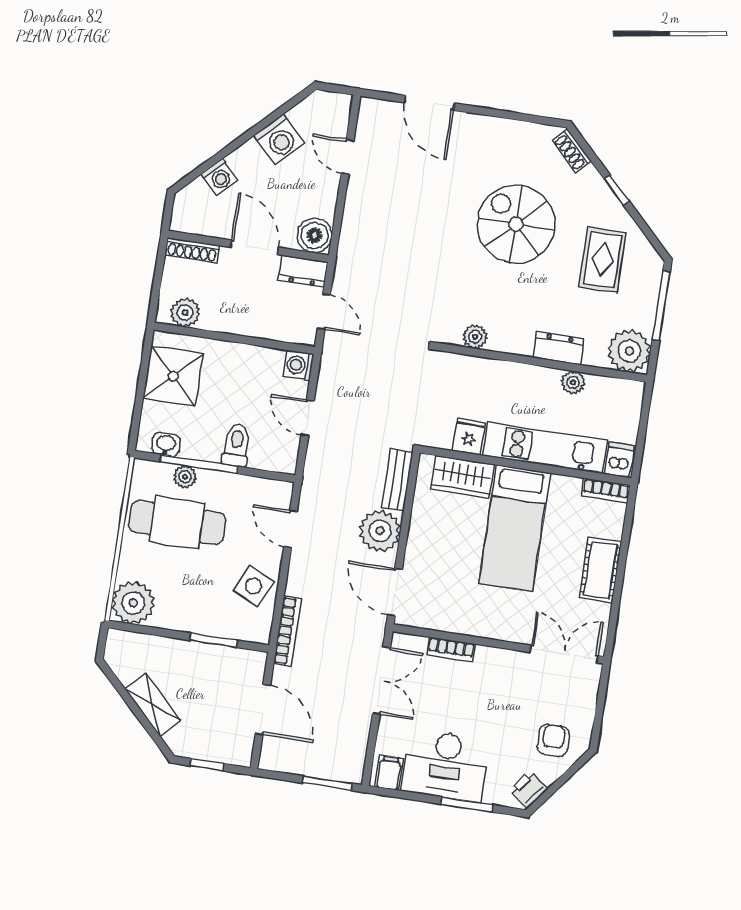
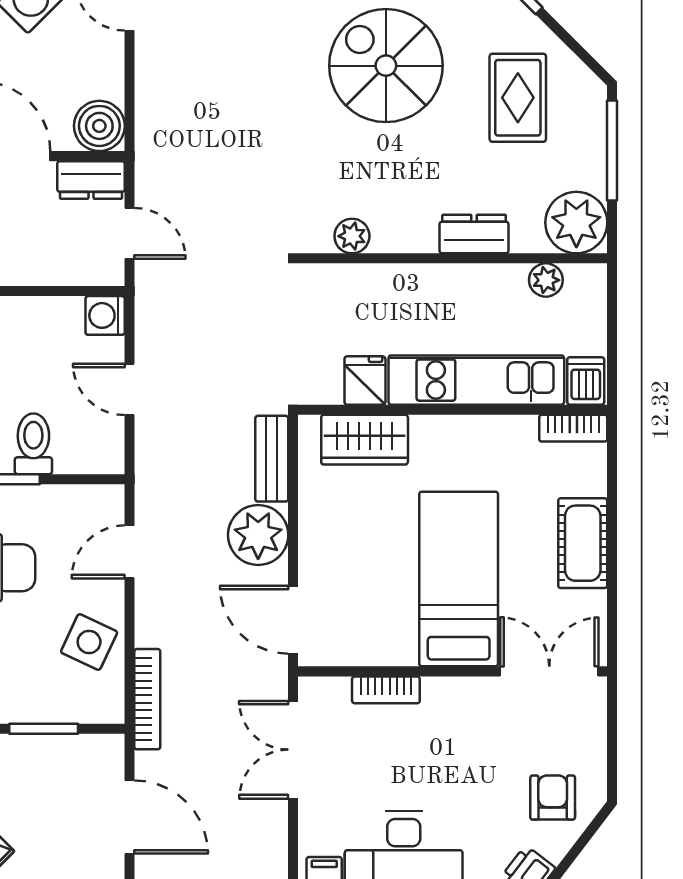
plant: (573, 382) -> (546, 280), moved
bed: (514, 528) -> (459, 579), moved, turned 180
door: (291, 529) -> (129, 552), hinge flipped
double door: (381, 681) -> (293, 750), swing flipped

